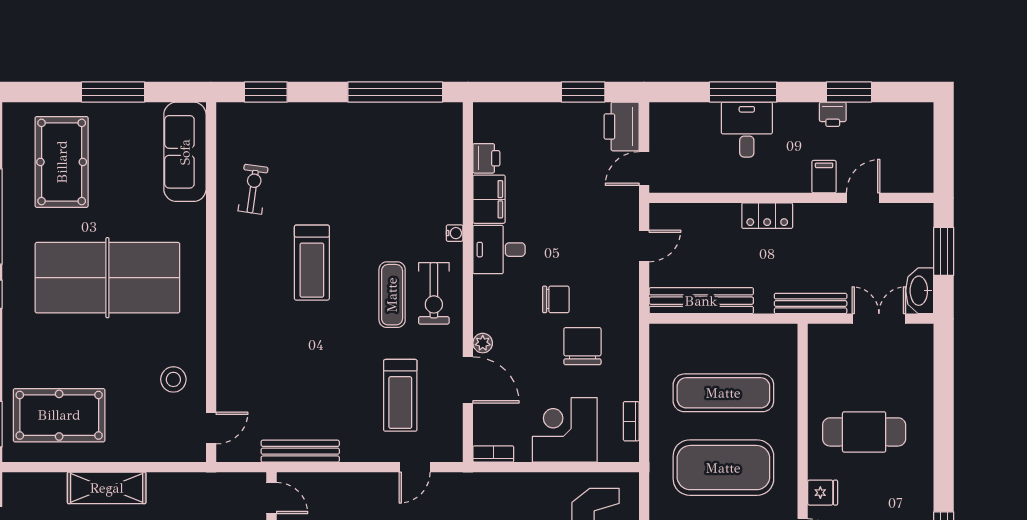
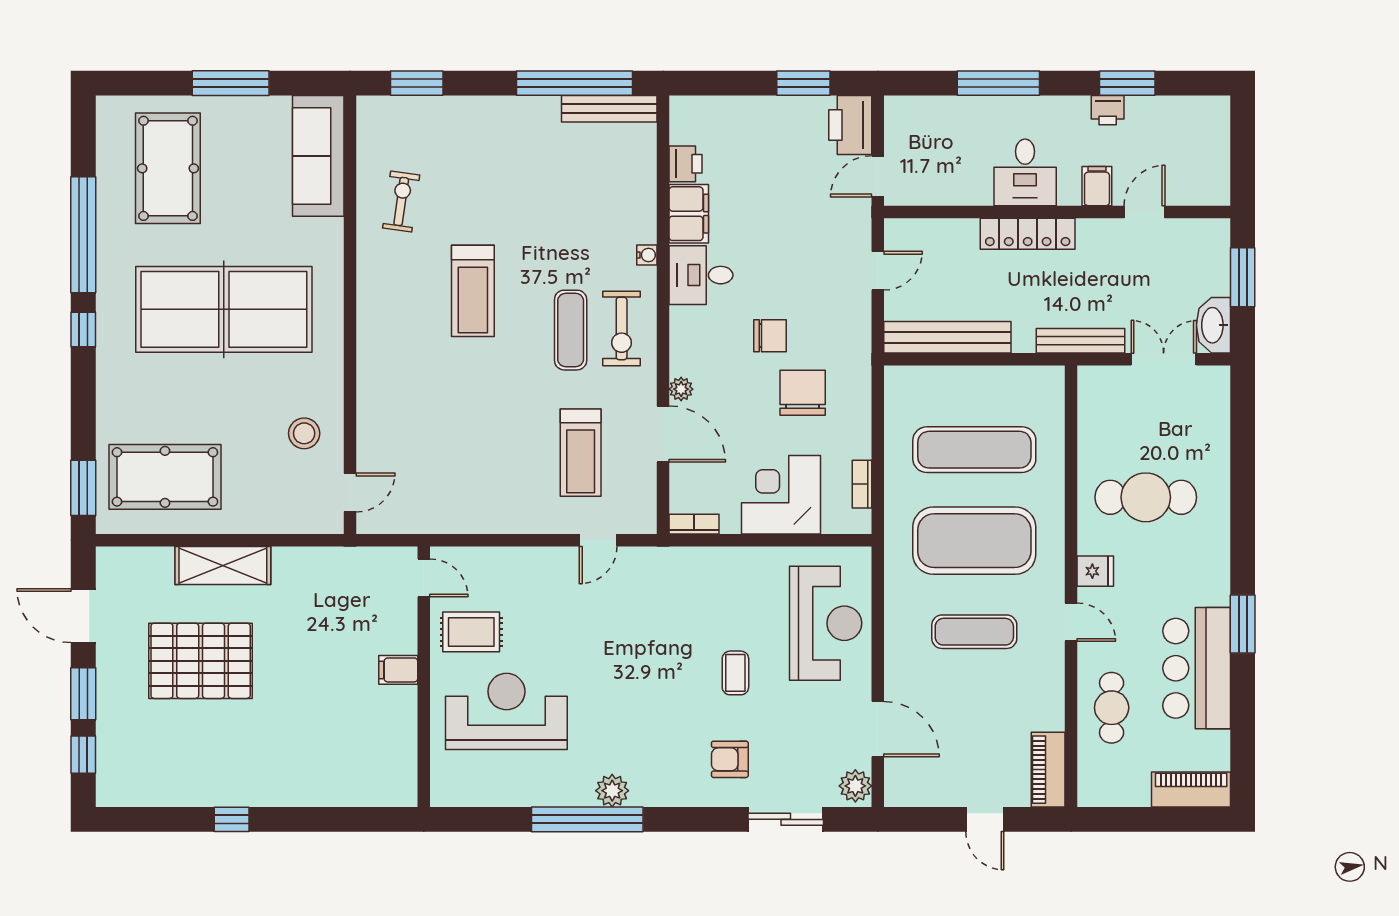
desk: (747, 130) -> (1025, 172), moved, turned 180
locker: (767, 216) -> (1028, 234), width x1.53
bench: (300, 451) -> (609, 109), moved

